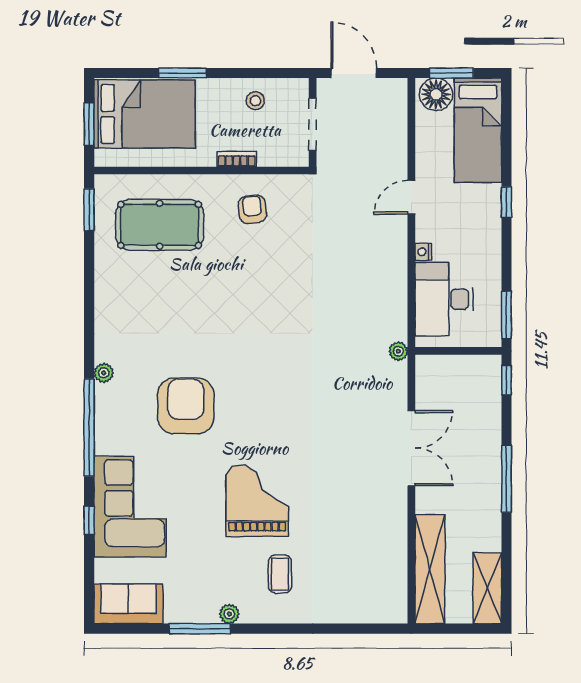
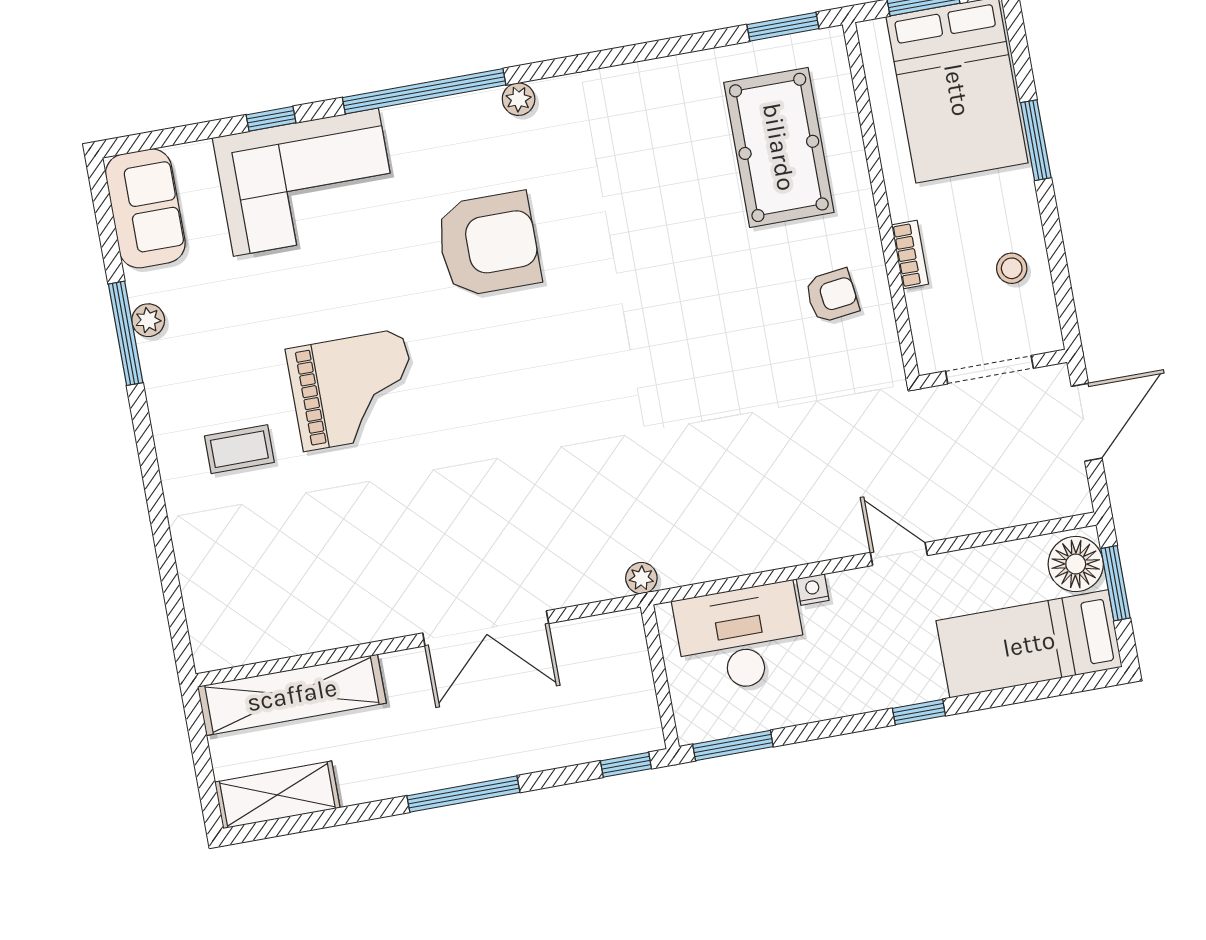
plant: (229, 614) -> (148, 320), moved

